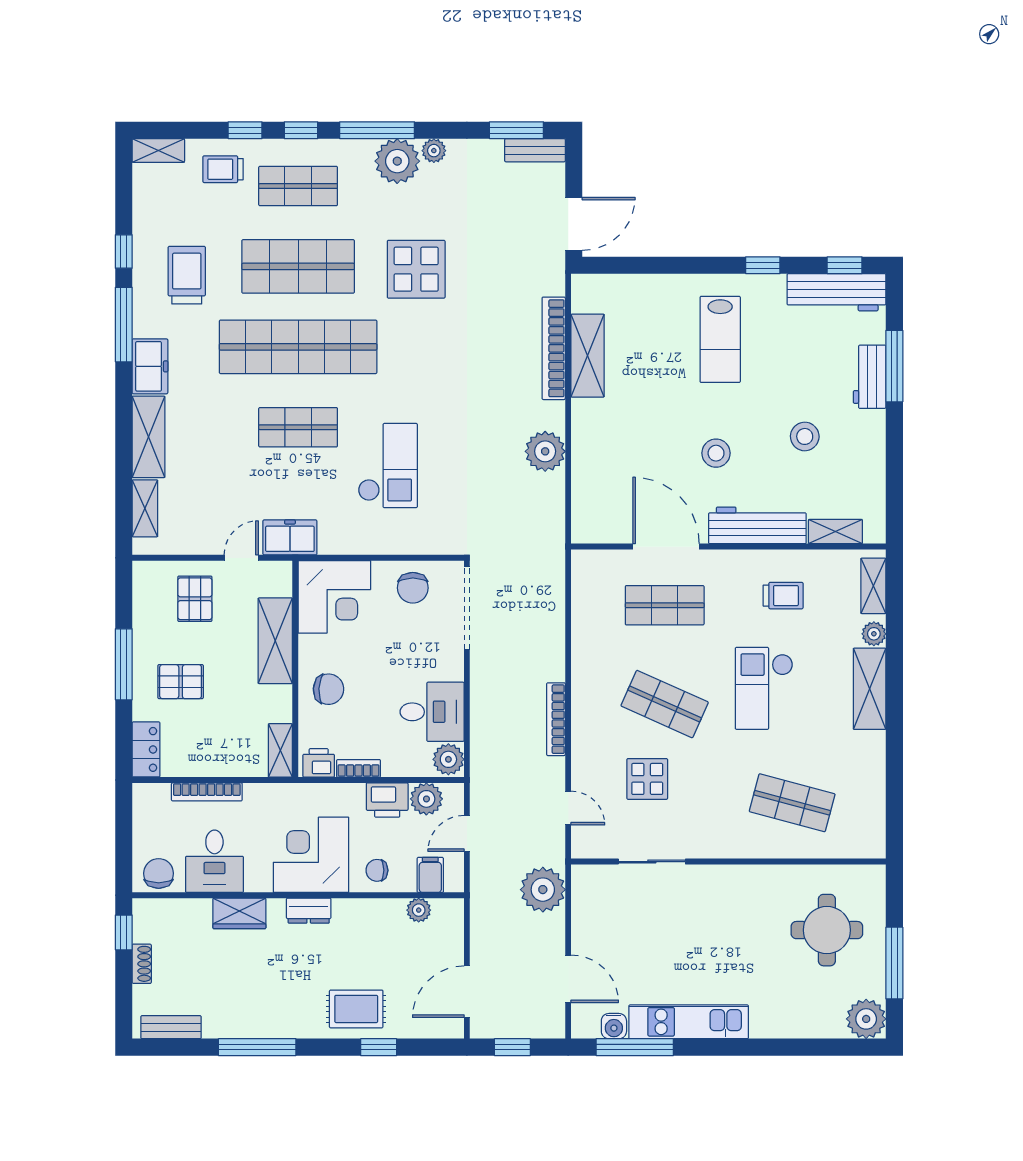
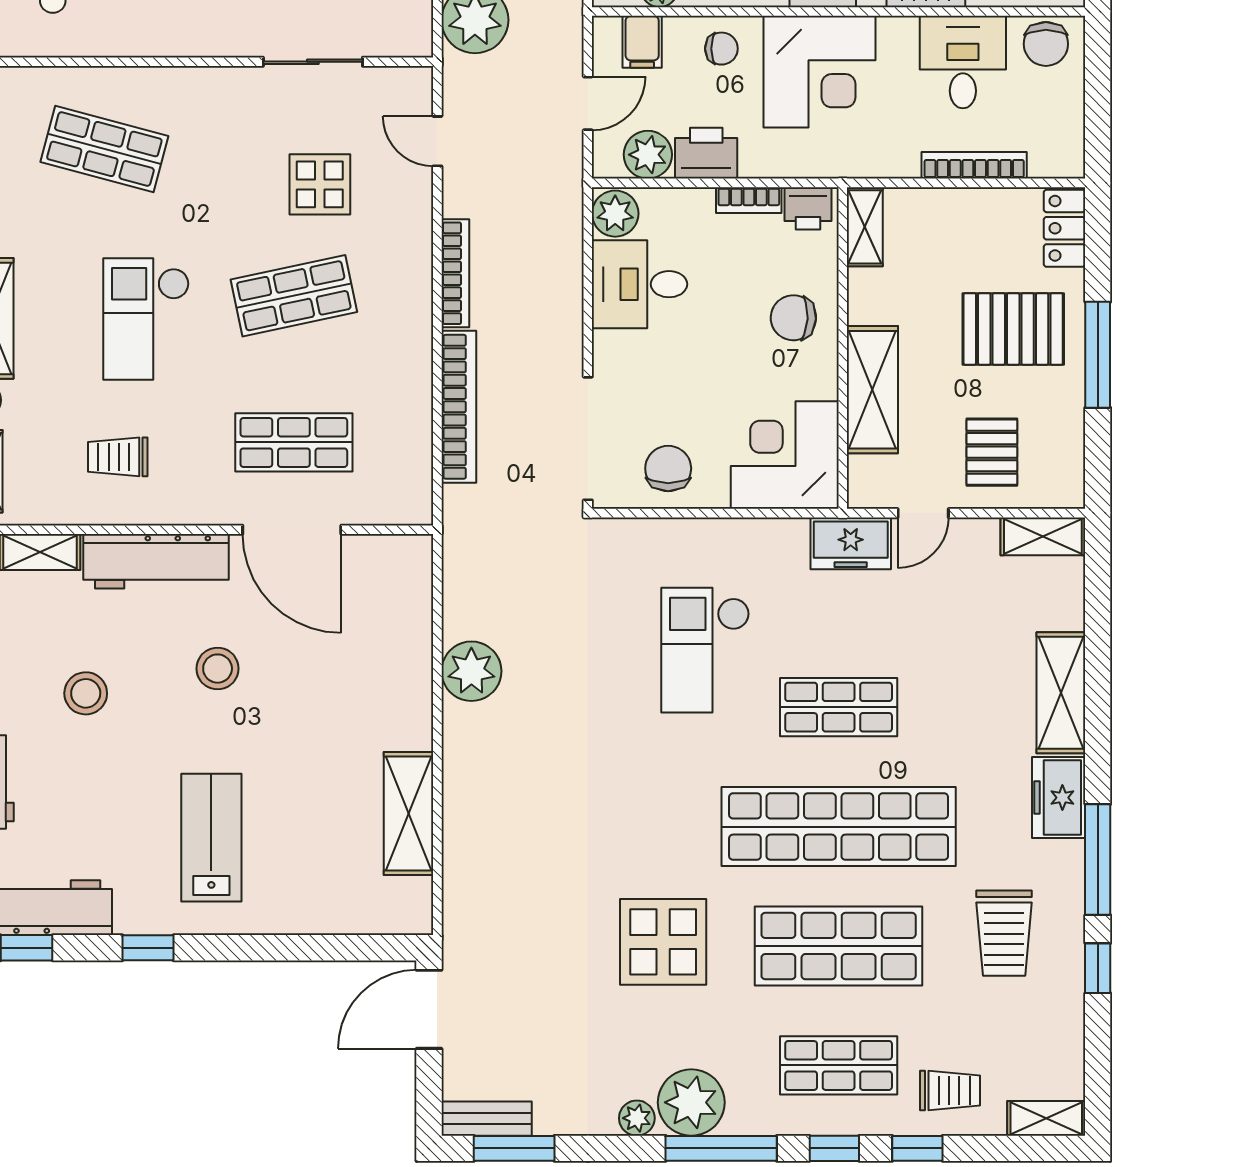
bookcase: (554, 348) -> (459, 407), moved
shelving: (145, 508) -> (1043, 536), moved, turned 90
pallet: (181, 682) -> (1013, 329), width x1.50, depth x1.42
checkout: (764, 688) -> (146, 319), turned 180
shop shelf: (665, 704) -> (294, 296), turned -36

